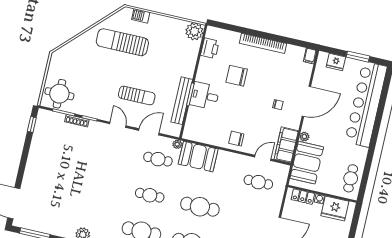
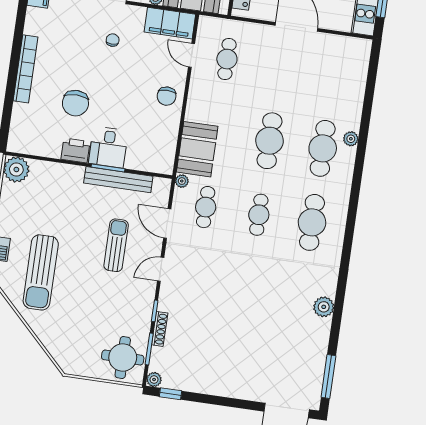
printer: (210, 48) -> (75, 150), moved
plant: (43, 114) -> (154, 380), added

